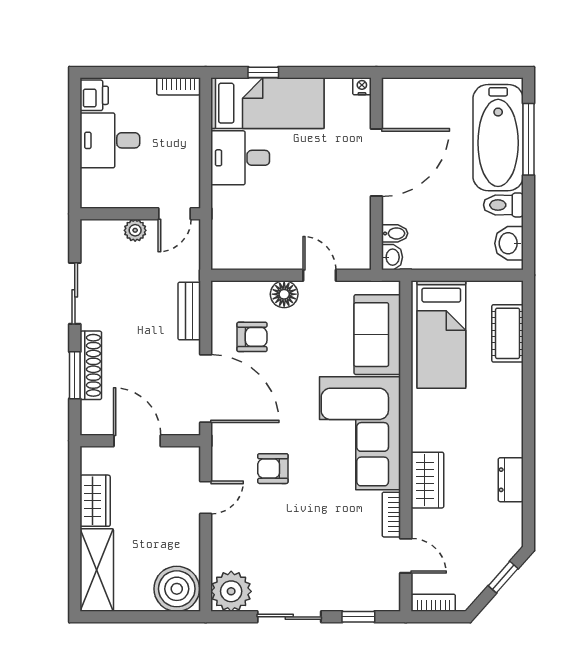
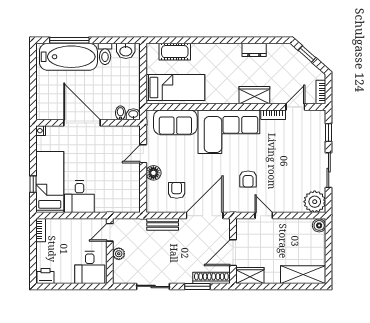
desk: (110, 140) -> (90, 267), moved
door: (175, 214) -> (110, 232), swing flipped
shoe rack: (91, 365) -> (211, 278), moved
wardrobe: (95, 501) -> (250, 275), moved
boiler: (177, 589) -> (319, 225), width x0.54, depth x0.54

